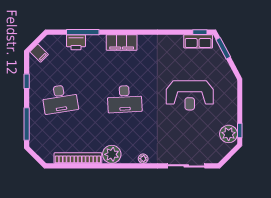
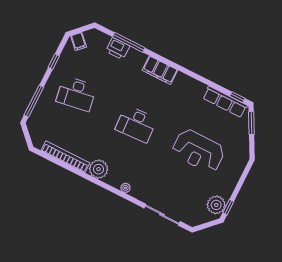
row of seats: (198, 41) -> (225, 102), width x1.48

